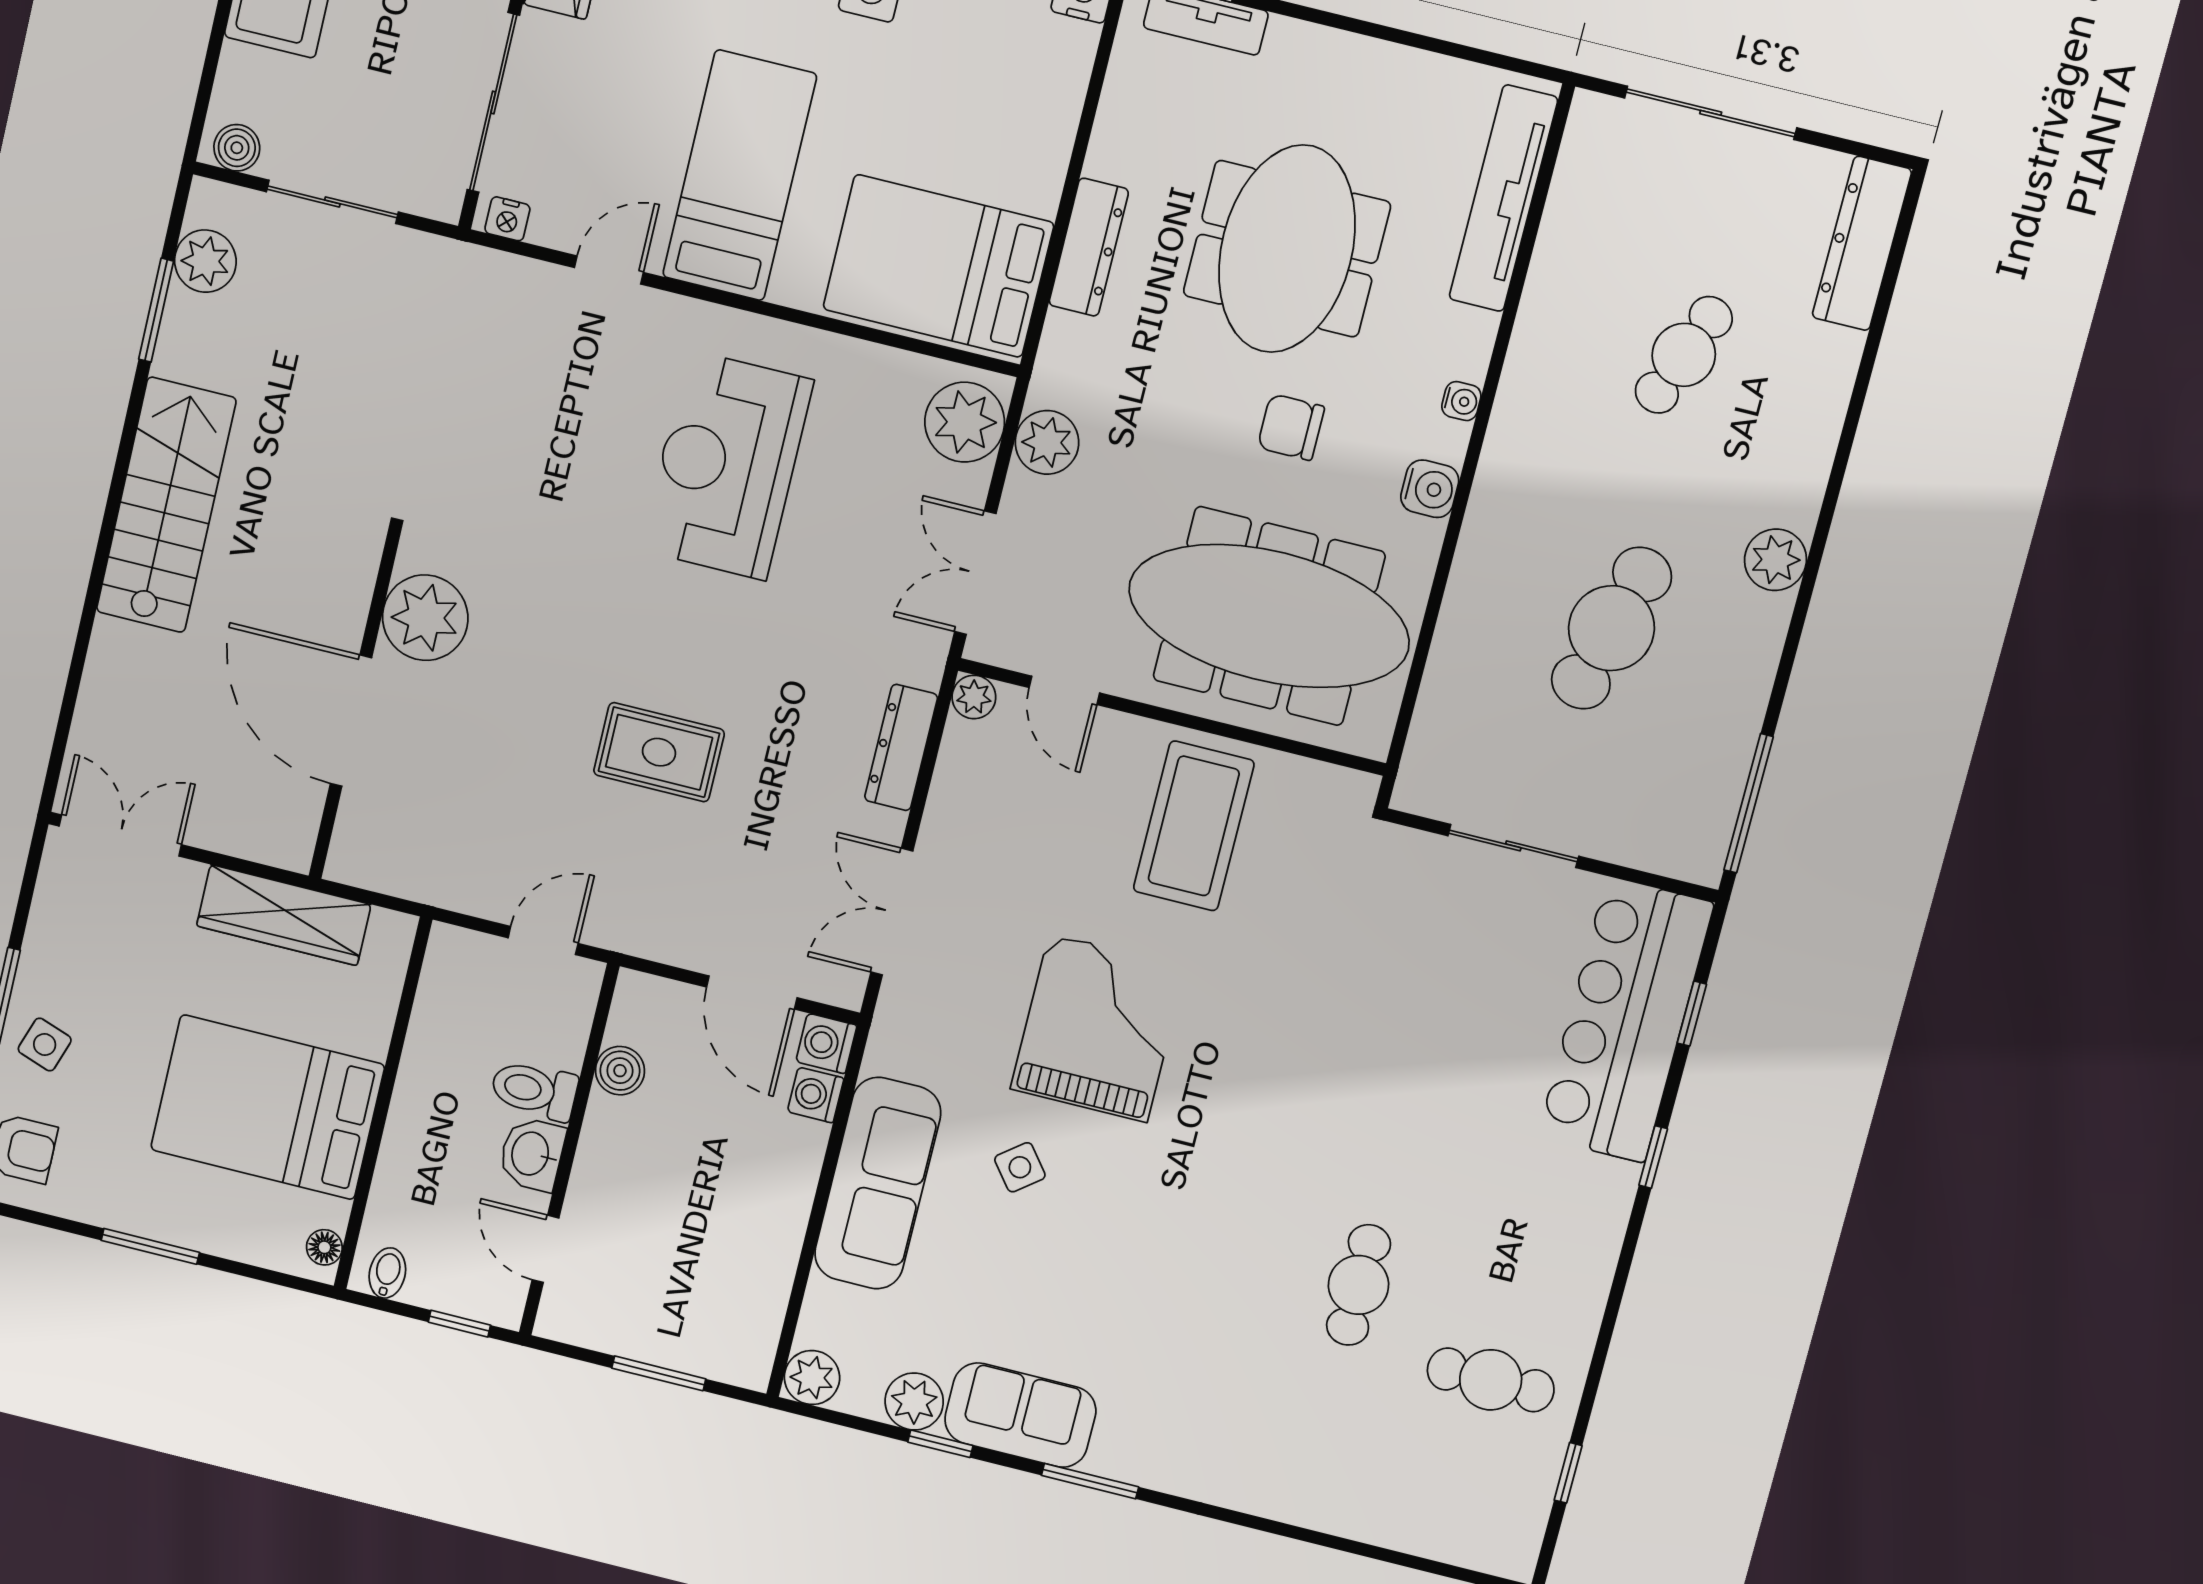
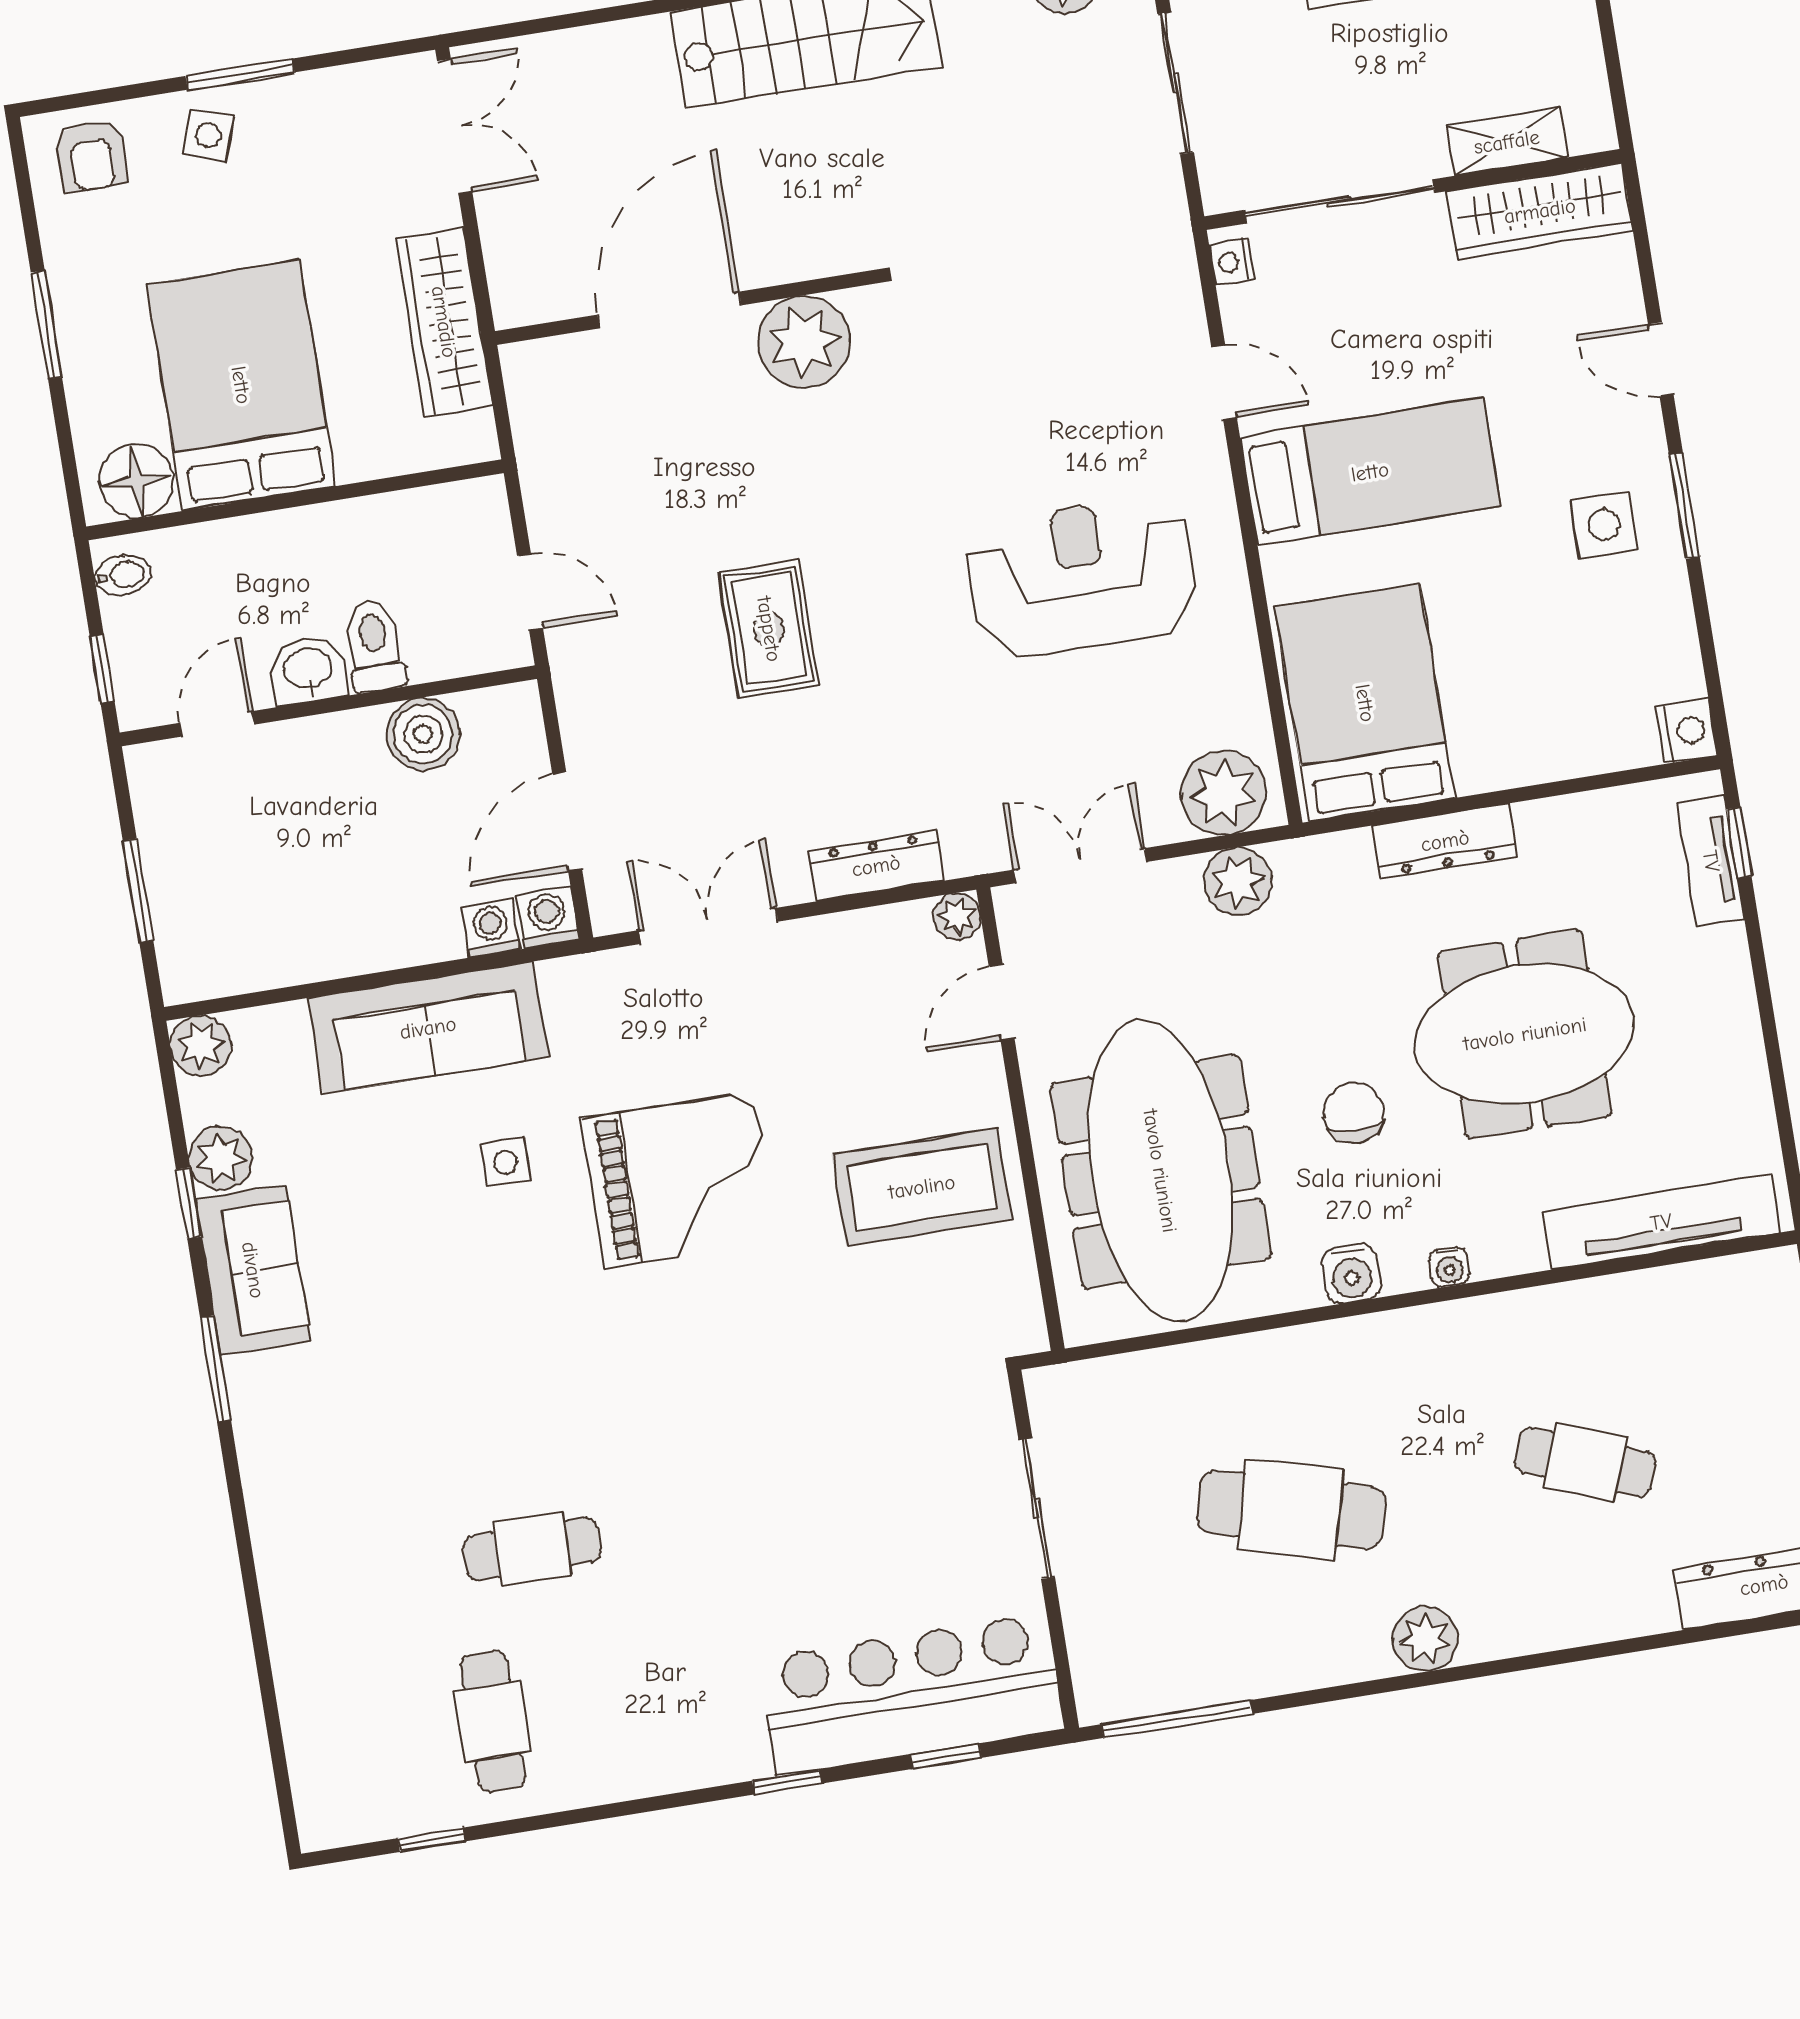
boiler: (620, 1071) -> (423, 734), width x1.36, depth x1.36
side table: (1020, 1167) -> (506, 1162), turned 38
floor lamp: (324, 1247) -> (136, 481), width x1.89, depth x1.89

